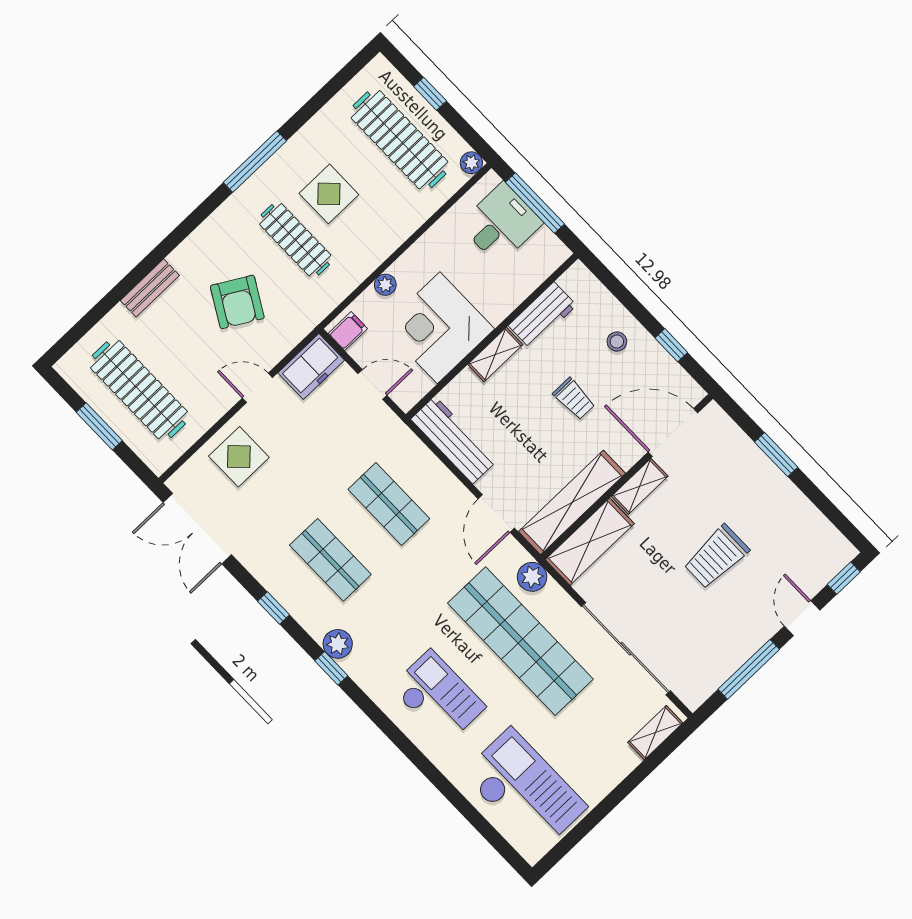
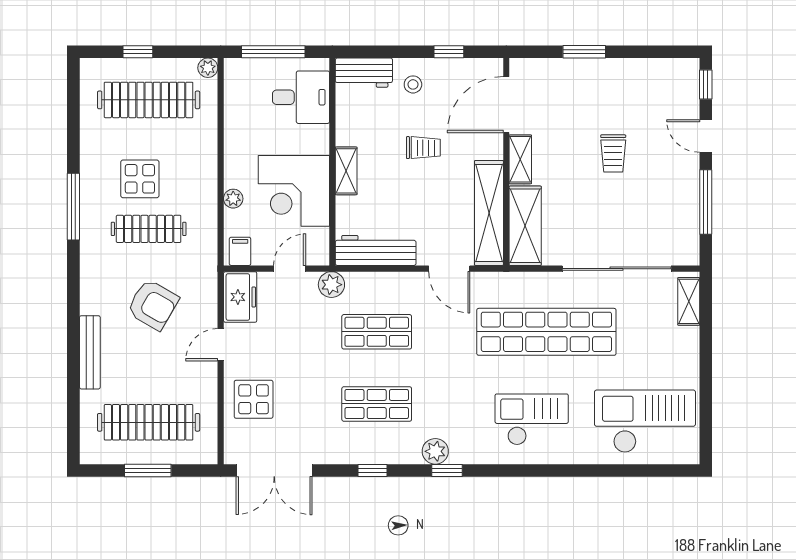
desk: (501, 224) -> (301, 97), moved, turned 90
bench: (150, 288) -> (90, 352), width x1.36
workbench: (542, 315) -> (364, 73), moved, turned 90
trolley: (716, 557) -> (613, 153), width x0.73, depth x0.72
plant: (532, 577) -> (331, 285), moved

